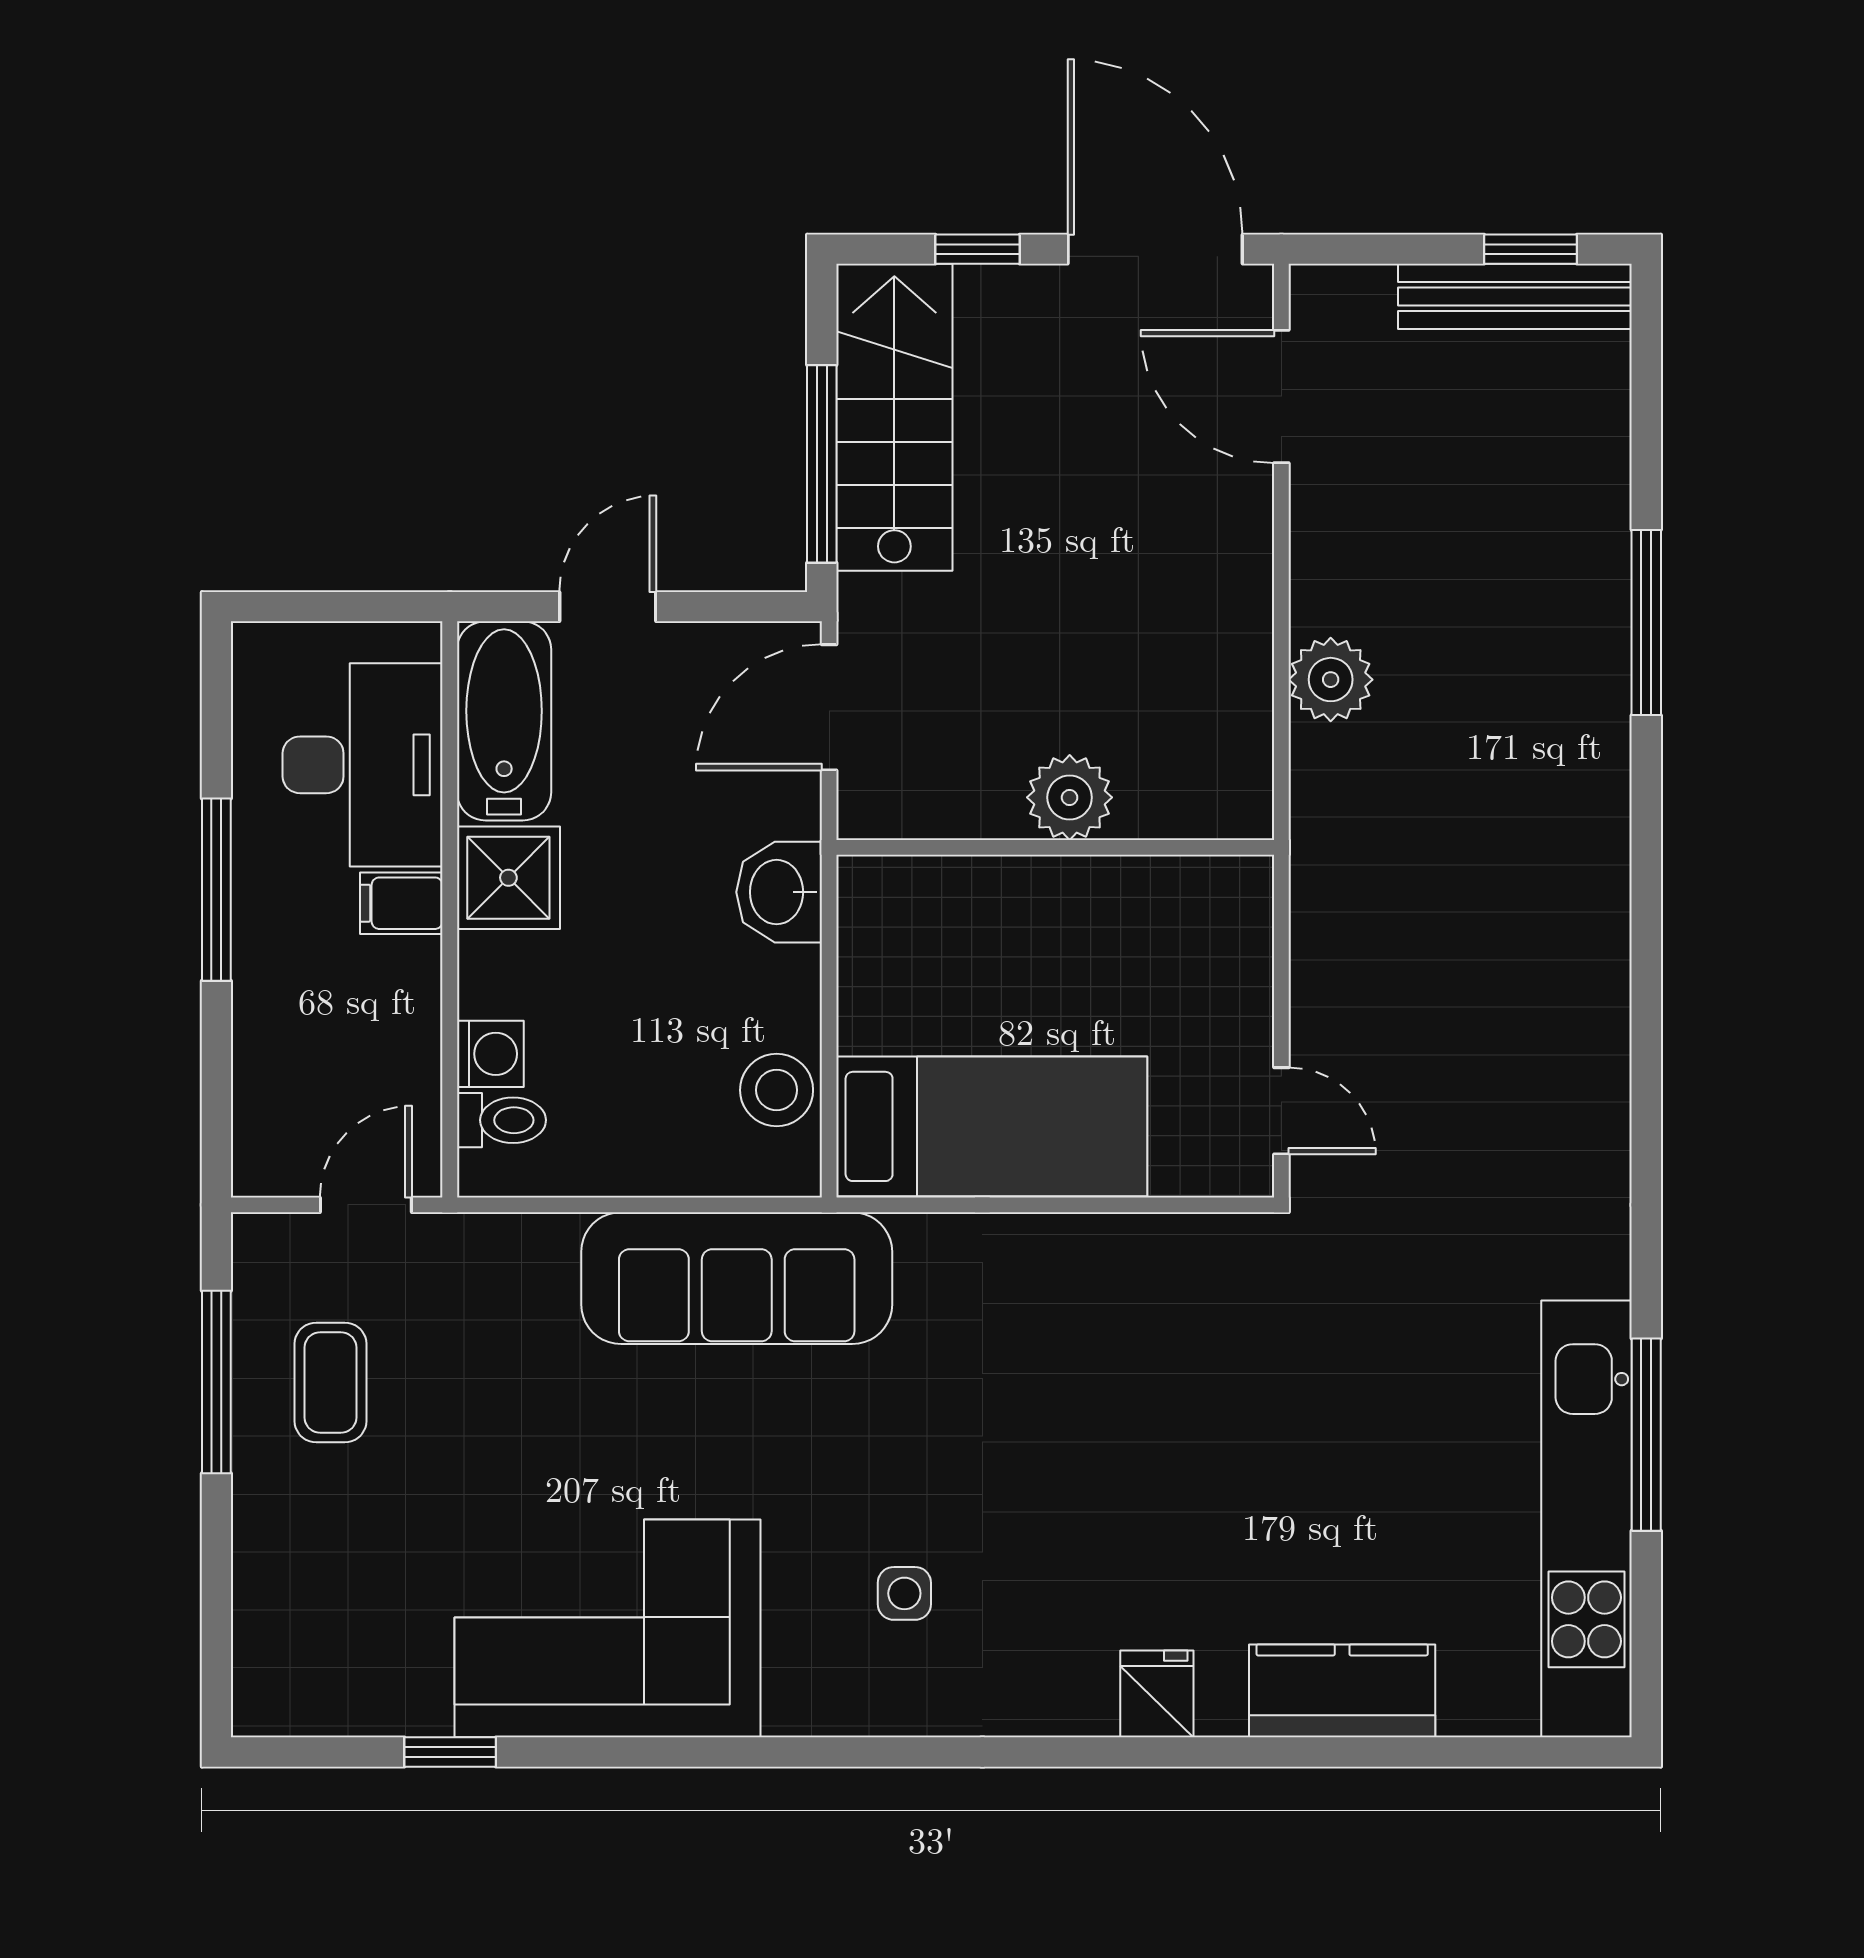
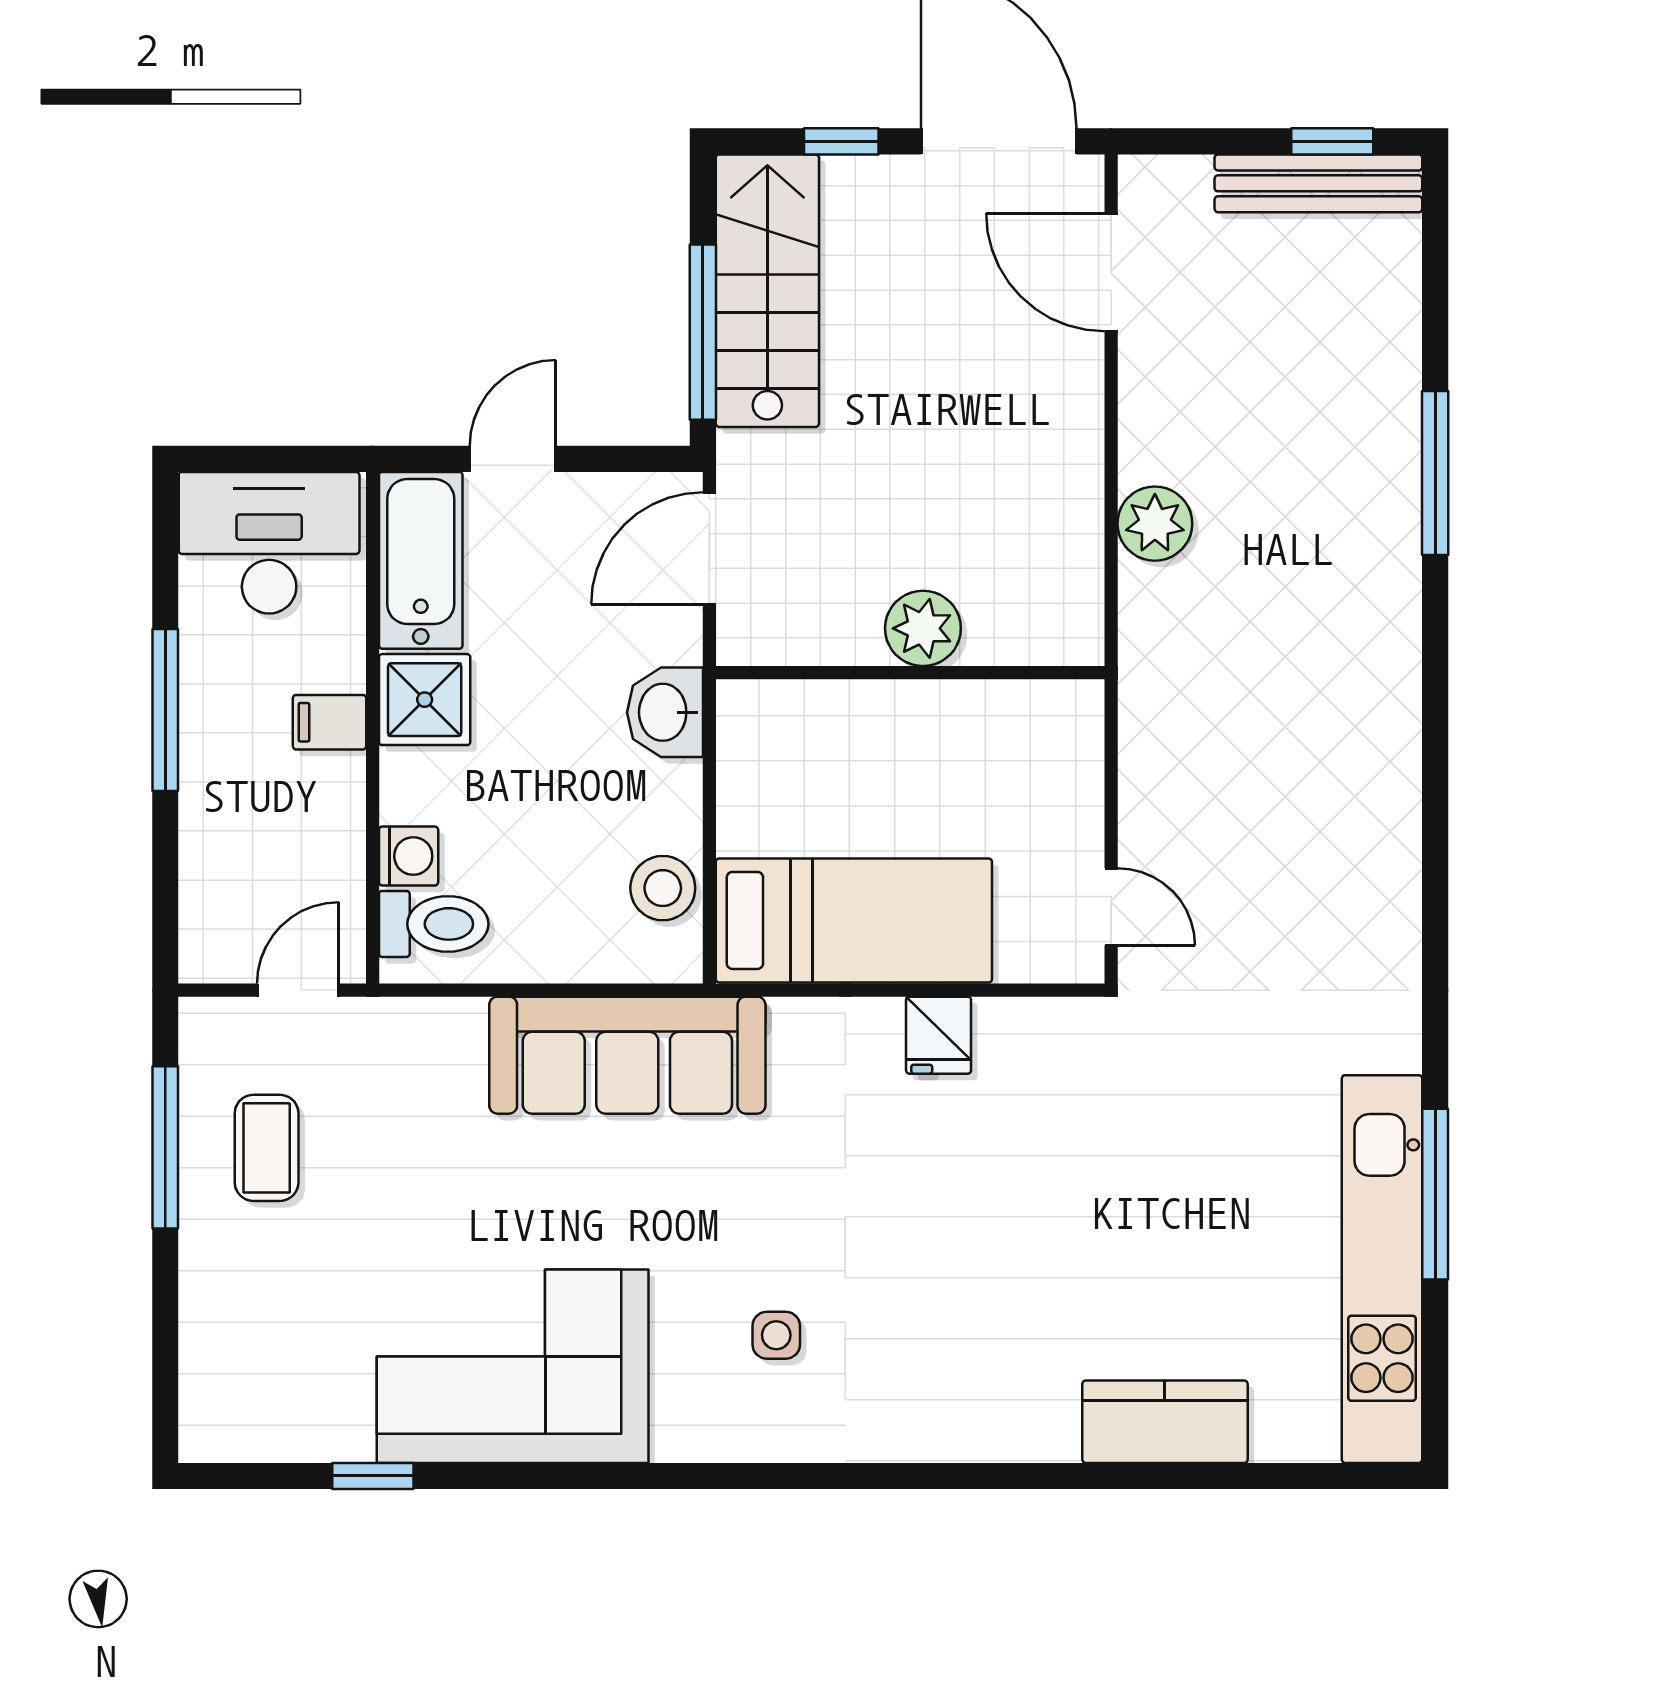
desk: (363, 765) -> (269, 543), moved, turned -90
toilet: (501, 1120) -> (434, 924), width x1.37, depth x1.39
fridge: (1157, 1694) -> (939, 1035), moved, turned 180

